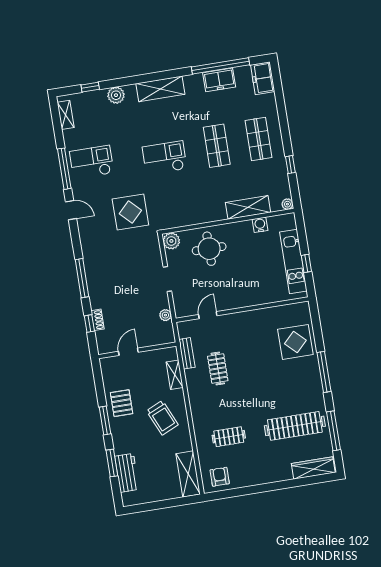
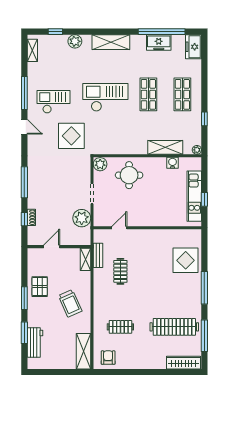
checkout: (165, 158) -> (105, 97), width x1.36, depth x1.21
checkout: (92, 162) -> (54, 102), moved
plant: (165, 315) -> (82, 218), width x1.87, depth x1.87
shelving: (175, 375) -> (85, 259), moved

